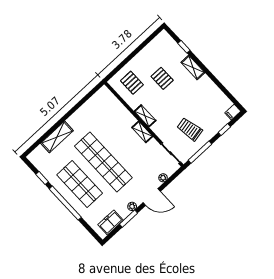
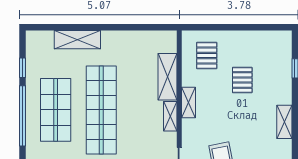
shelving: (193, 68) -> (284, 122), moved
shelving: (122, 113) -> (167, 77), added

